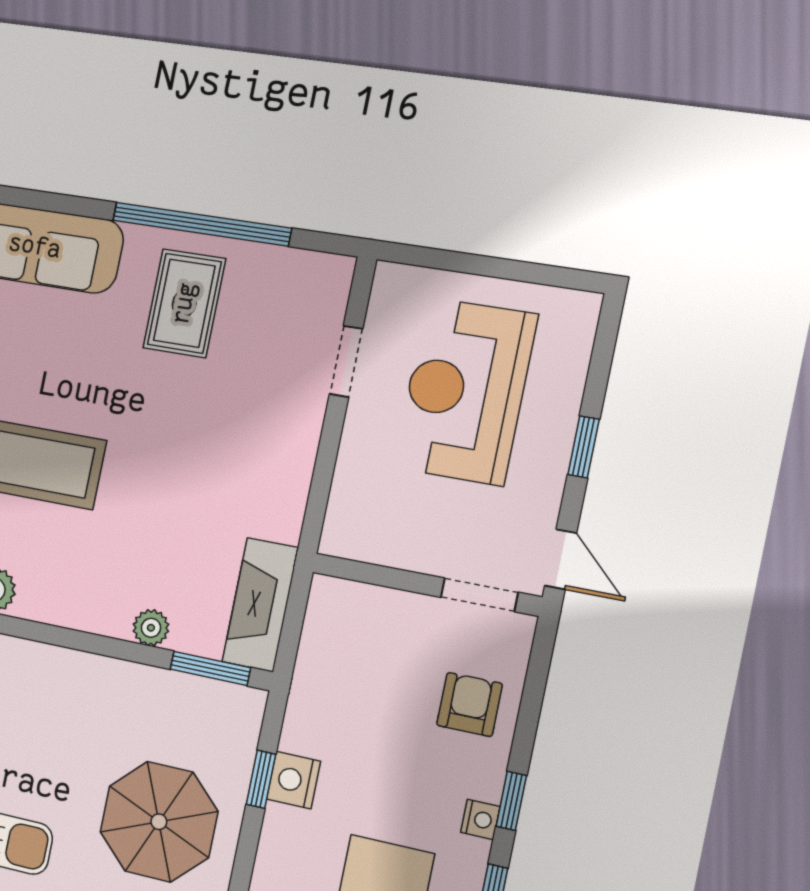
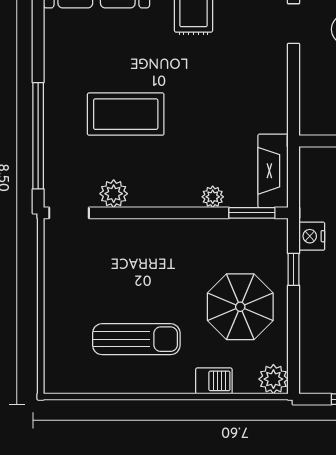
nightstand: (293, 780) -> (312, 236), moved

